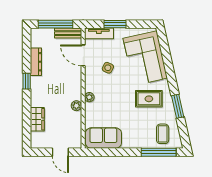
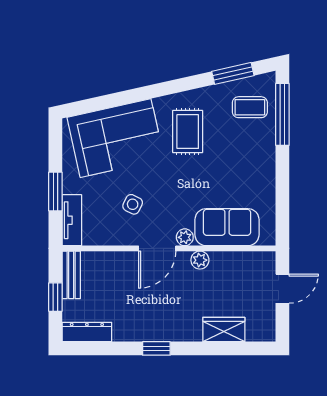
window: (56, 24) -> (55, 297), width x0.46
door: (83, 55) -> (157, 248), moved
dresser: (36, 62) -> (87, 332), moved
window: (178, 106) -> (233, 73), moved
sofa: (103, 138) -> (227, 227), moved, turned 90

